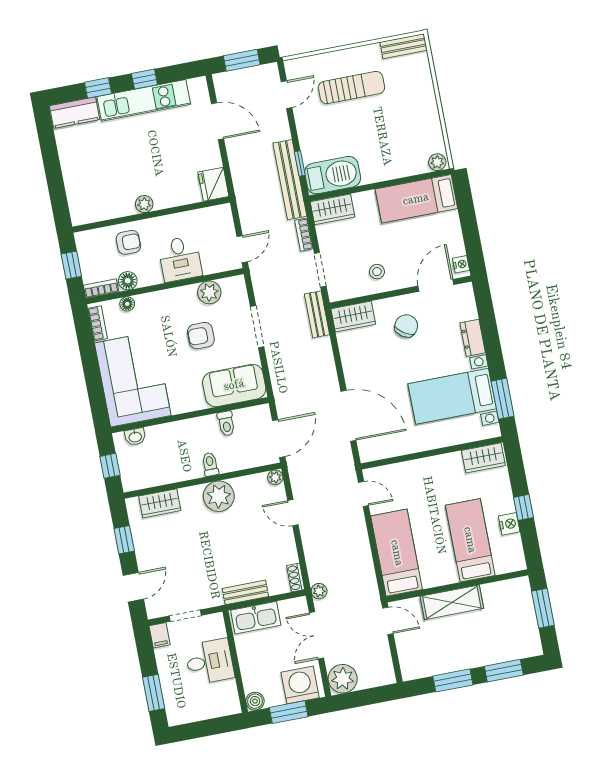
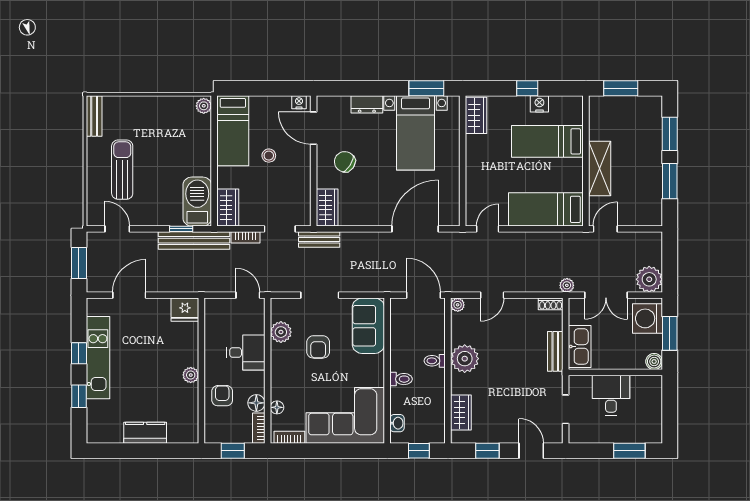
kitchen counter: (75, 113) -> (145, 433), moved, turned -90
stool: (377, 272) -> (269, 156), moved
toilet: (226, 424) -> (401, 379), moved
filing cabinet: (160, 635) -> (579, 436), removed

